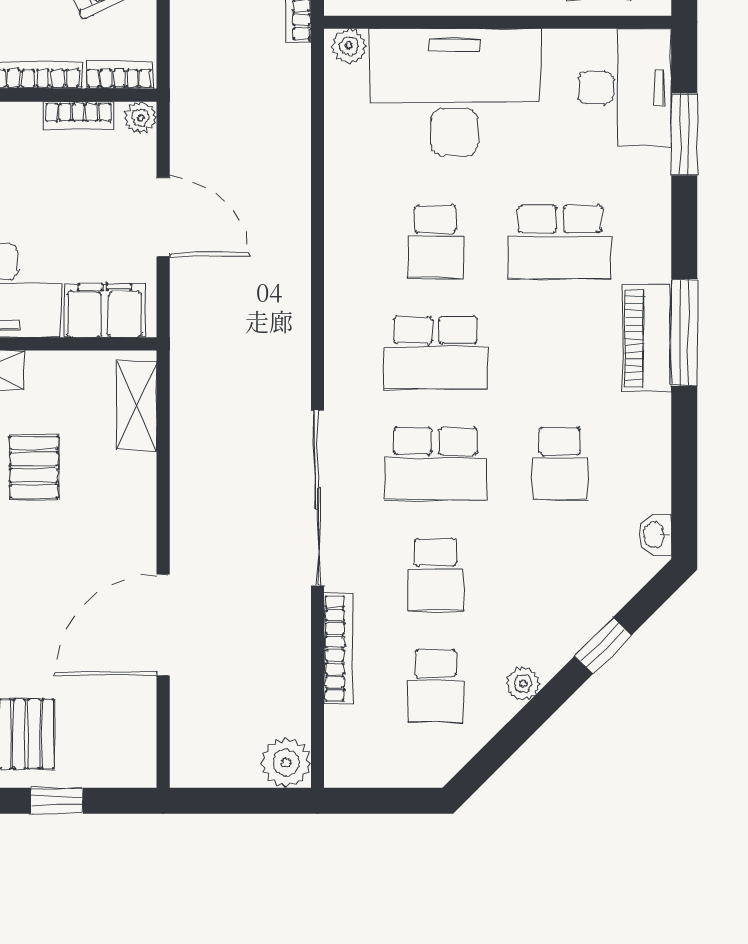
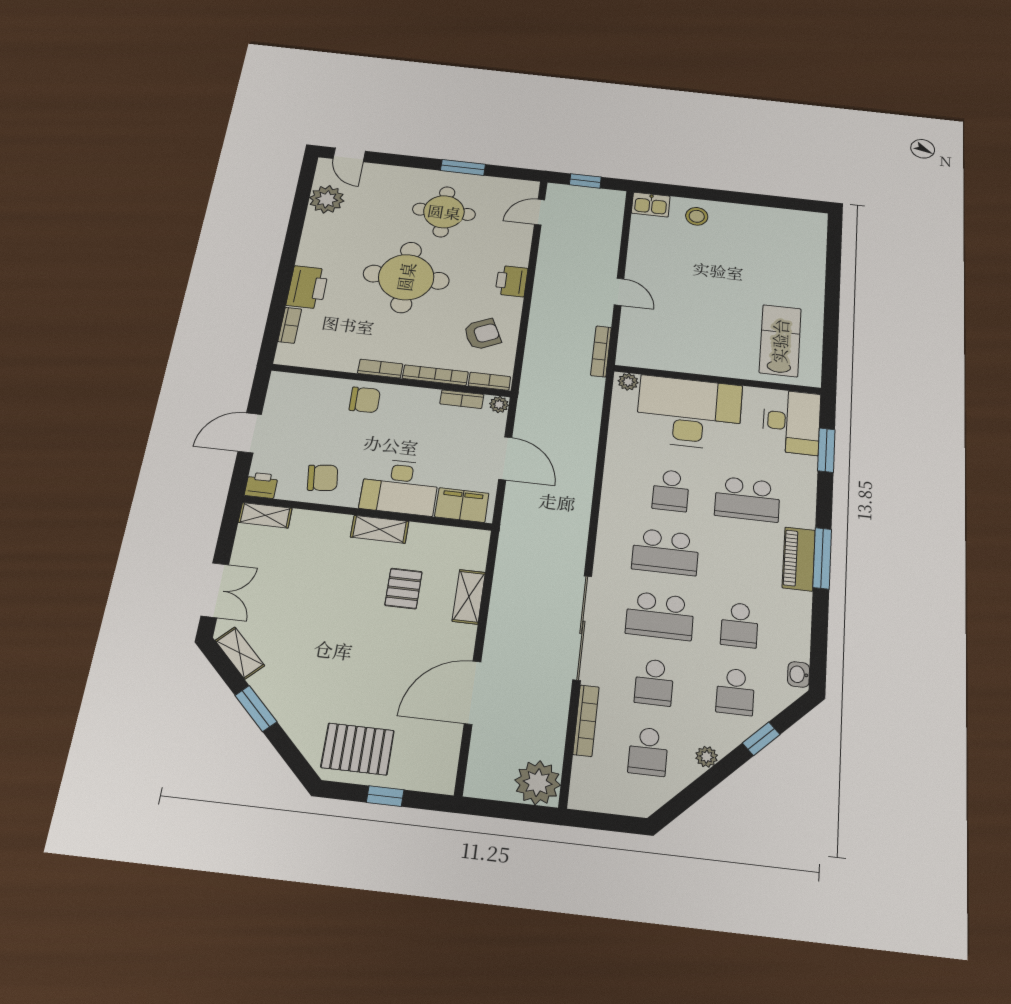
shelving: (137, 406) -> (469, 597), moved
school desk: (560, 575) -> (735, 692), added
plant: (286, 763) -> (538, 783), width x1.36, depth x1.36

